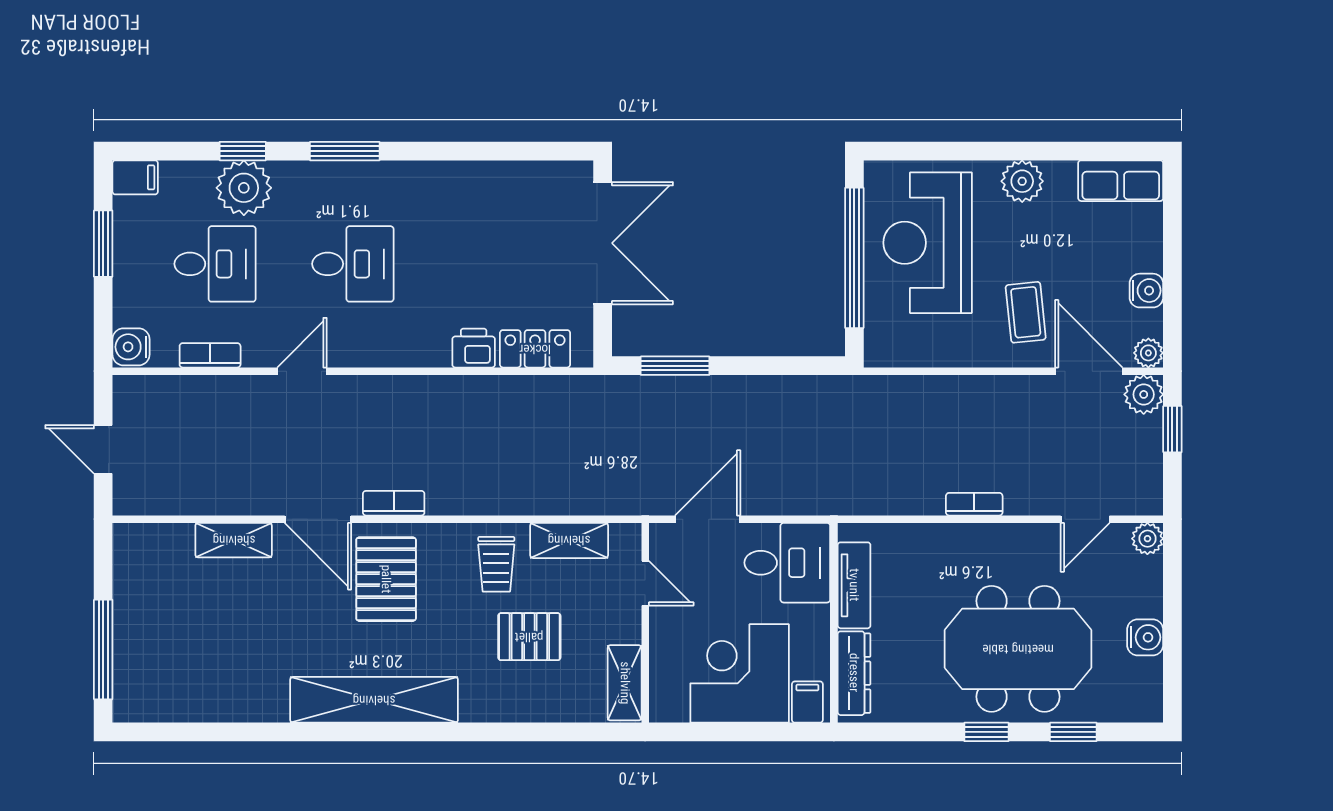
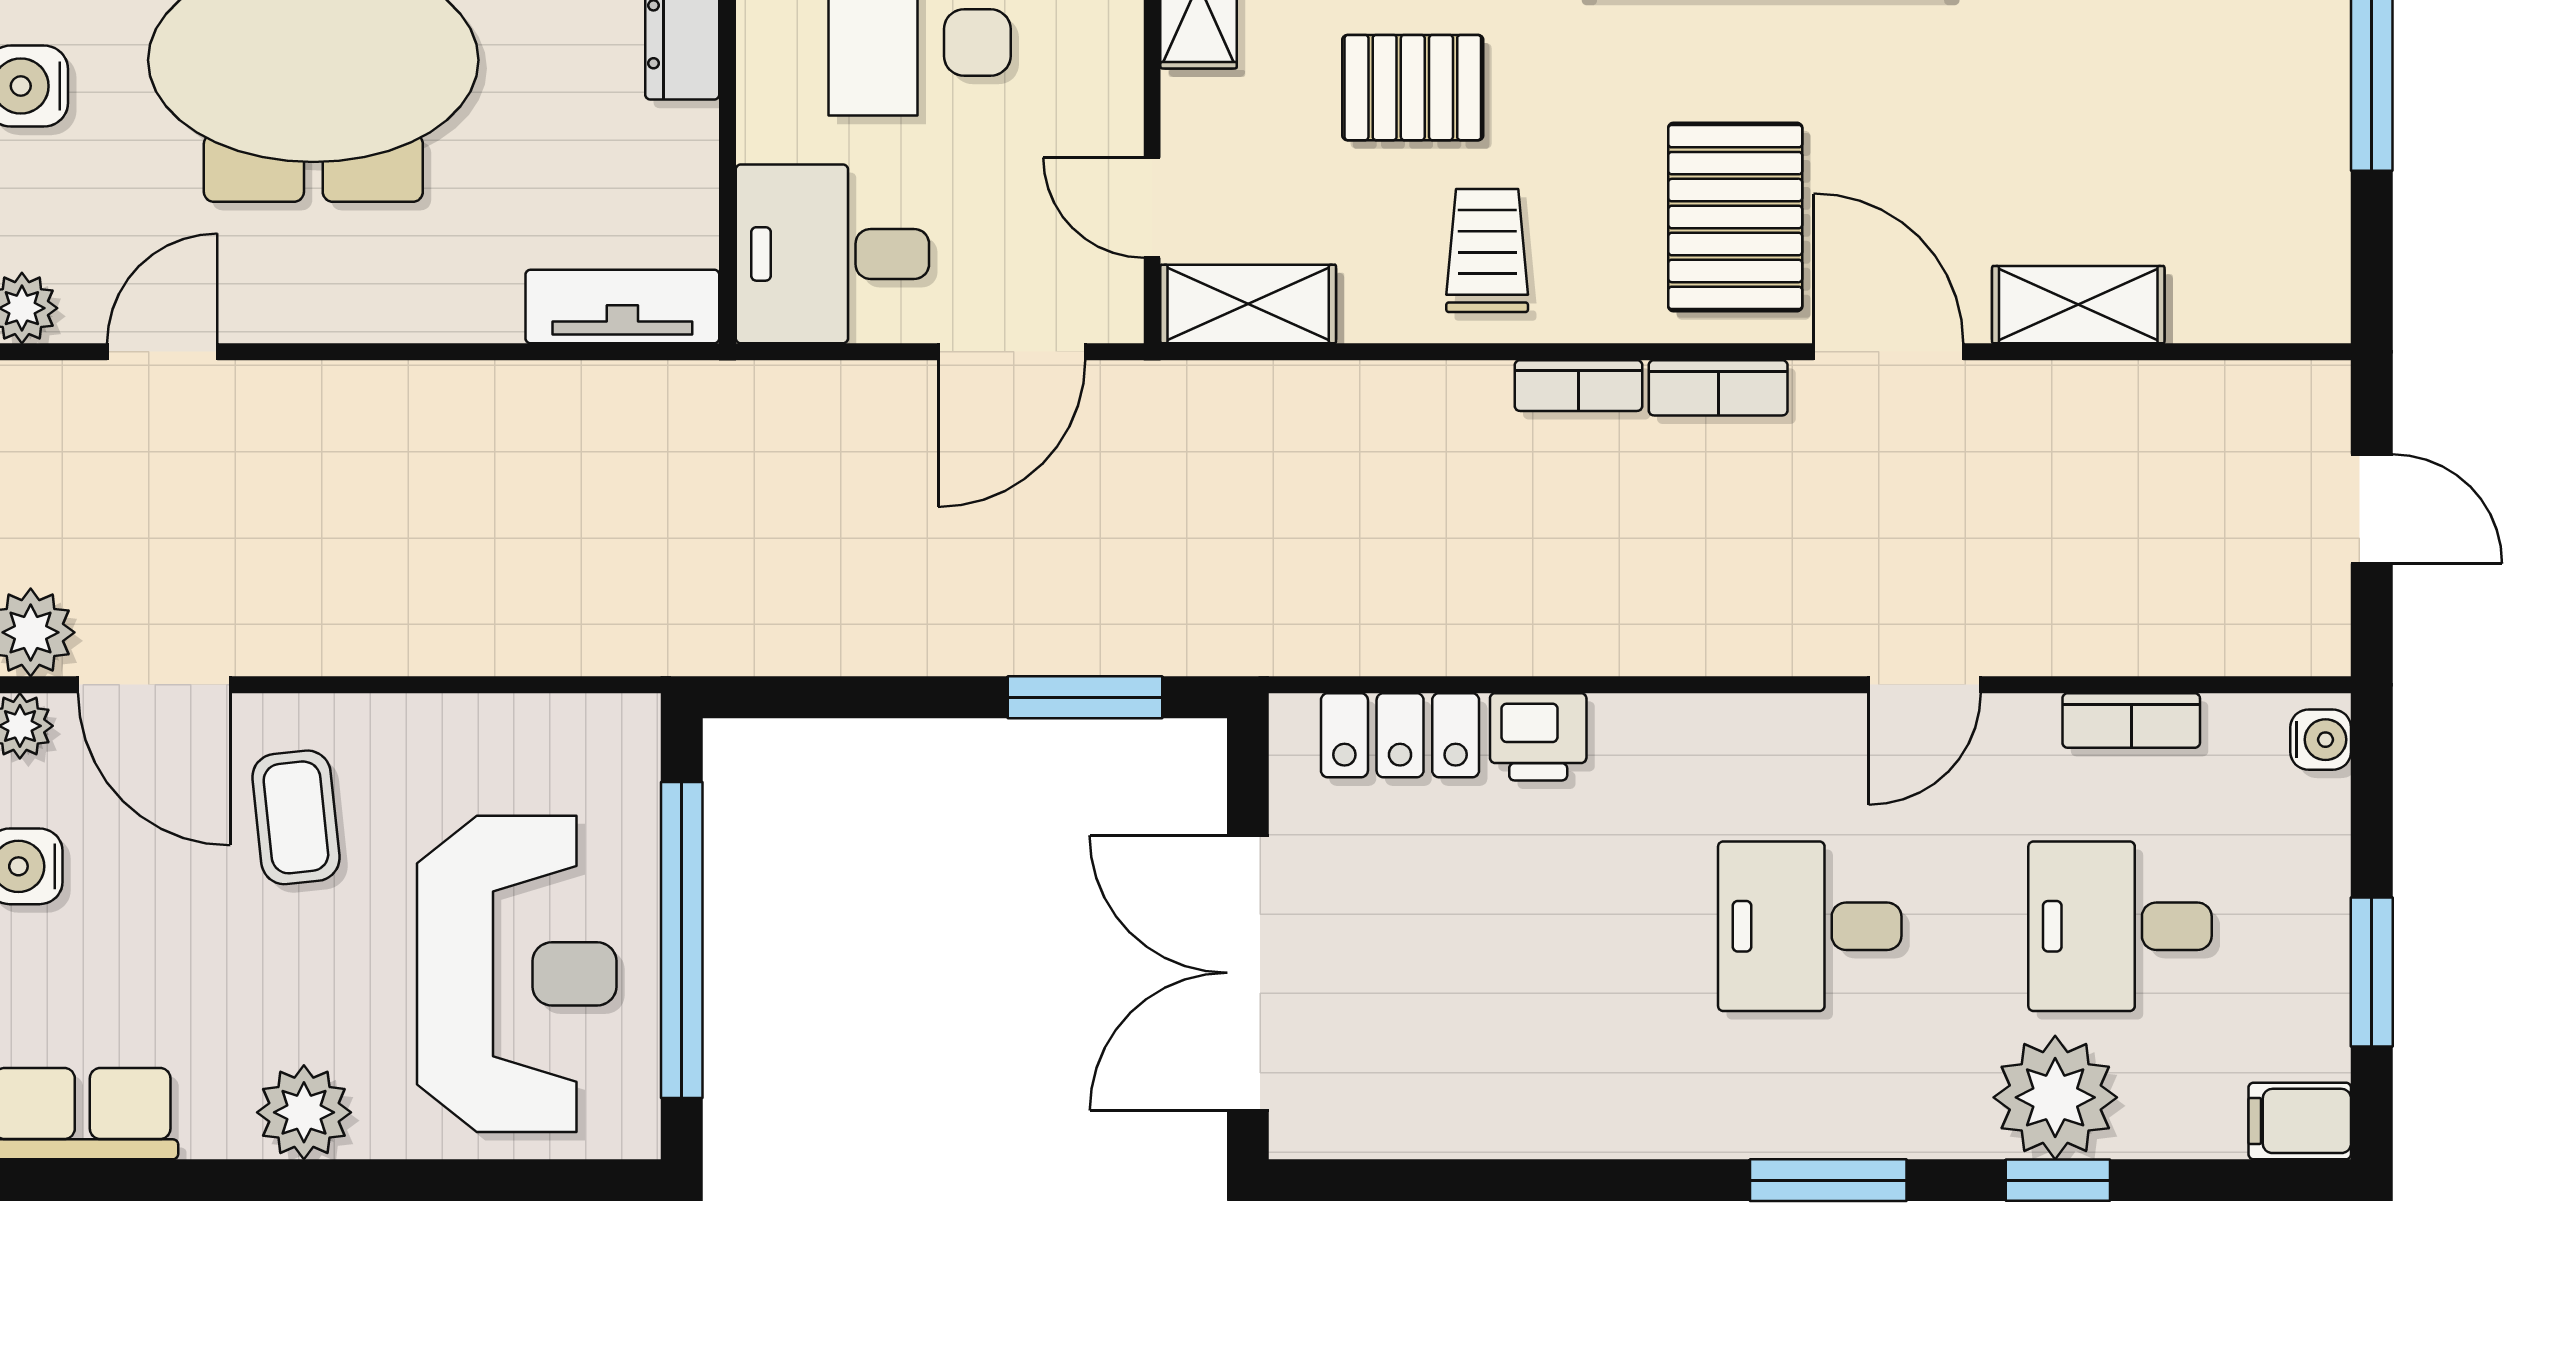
water cooler: (131, 347) -> (2321, 740), width x0.72, depth x0.72
bookcase: (974, 504) -> (1579, 386), moved
shelving: (569, 540) -> (1248, 304), moved
tv unit: (854, 585) -> (622, 307), moved, turned 90

